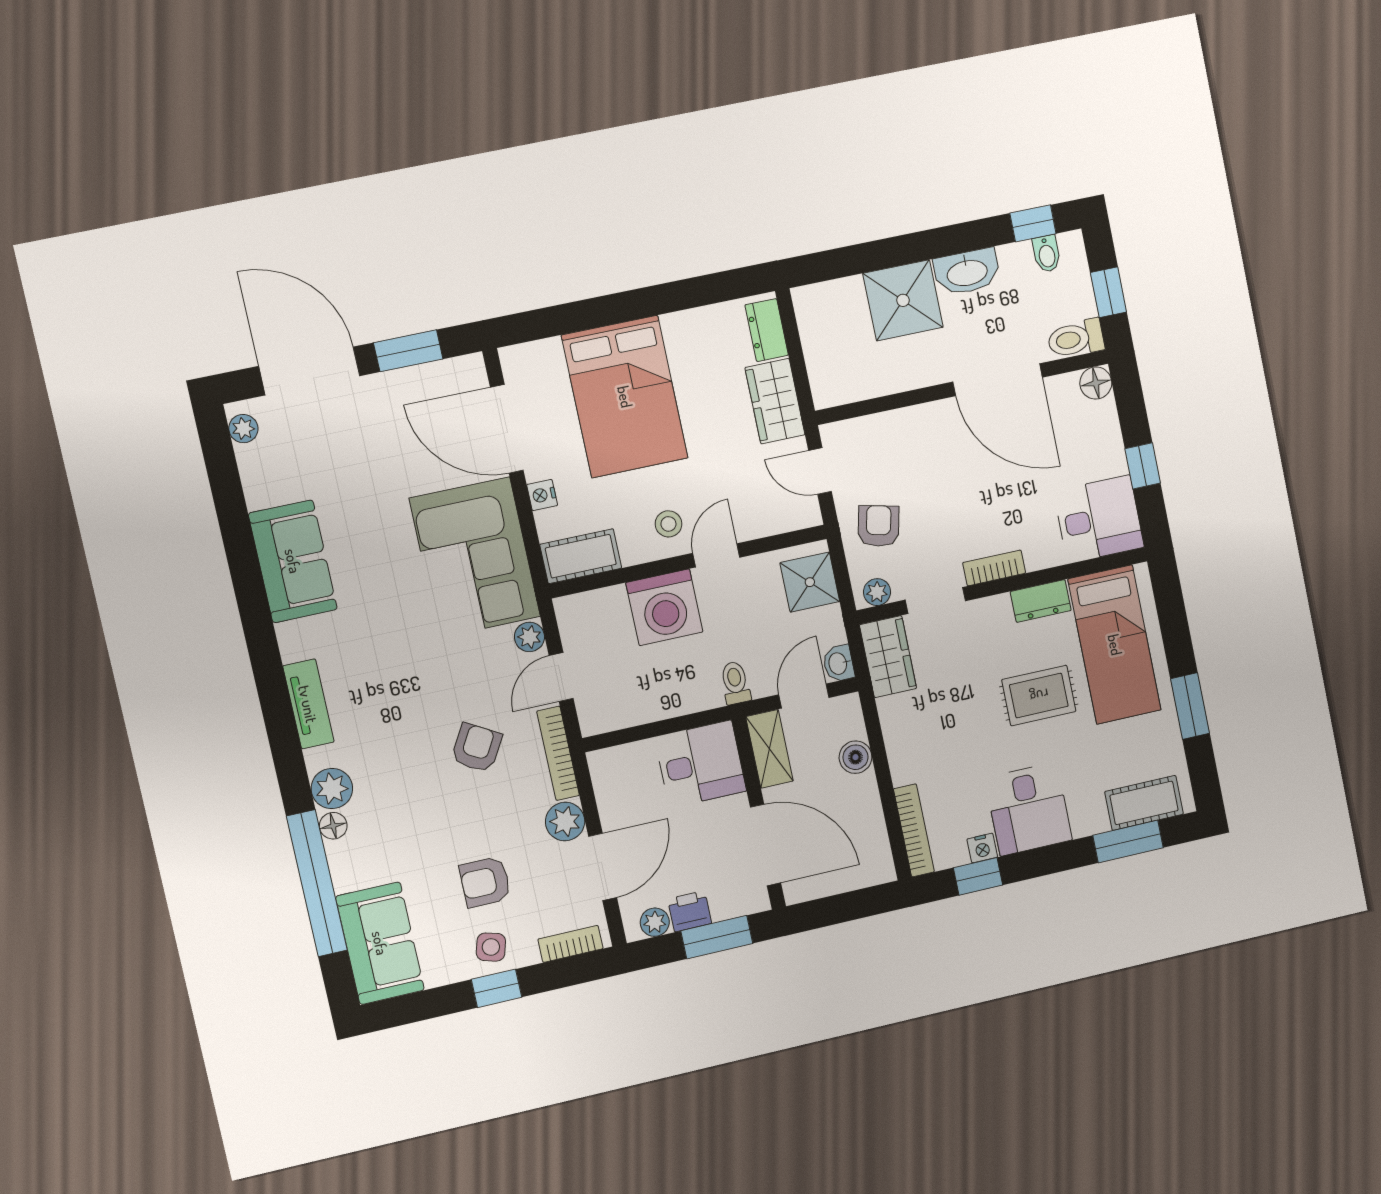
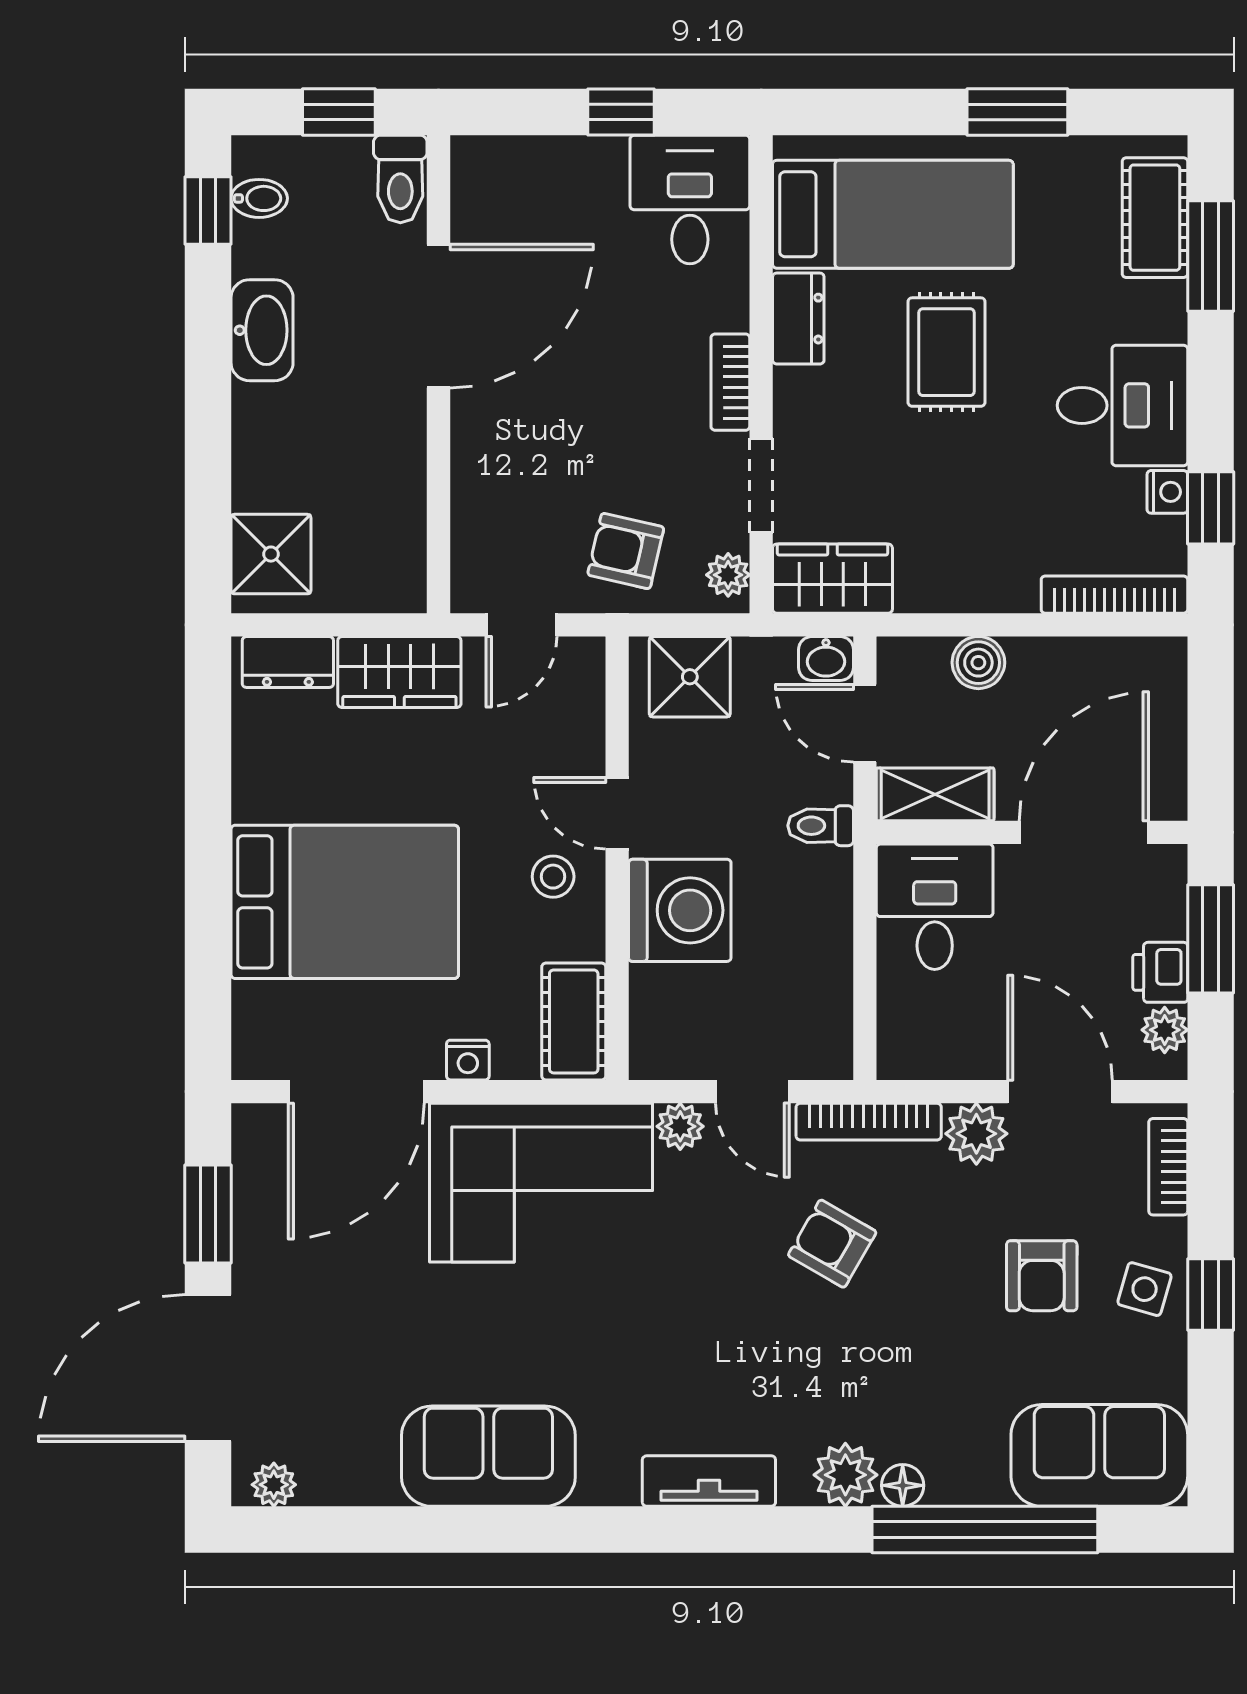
shower: (903, 300) -> (271, 554), moved, width x0.73, depth x0.73
floor lamp: (1096, 383) -> (476, 161), removed

